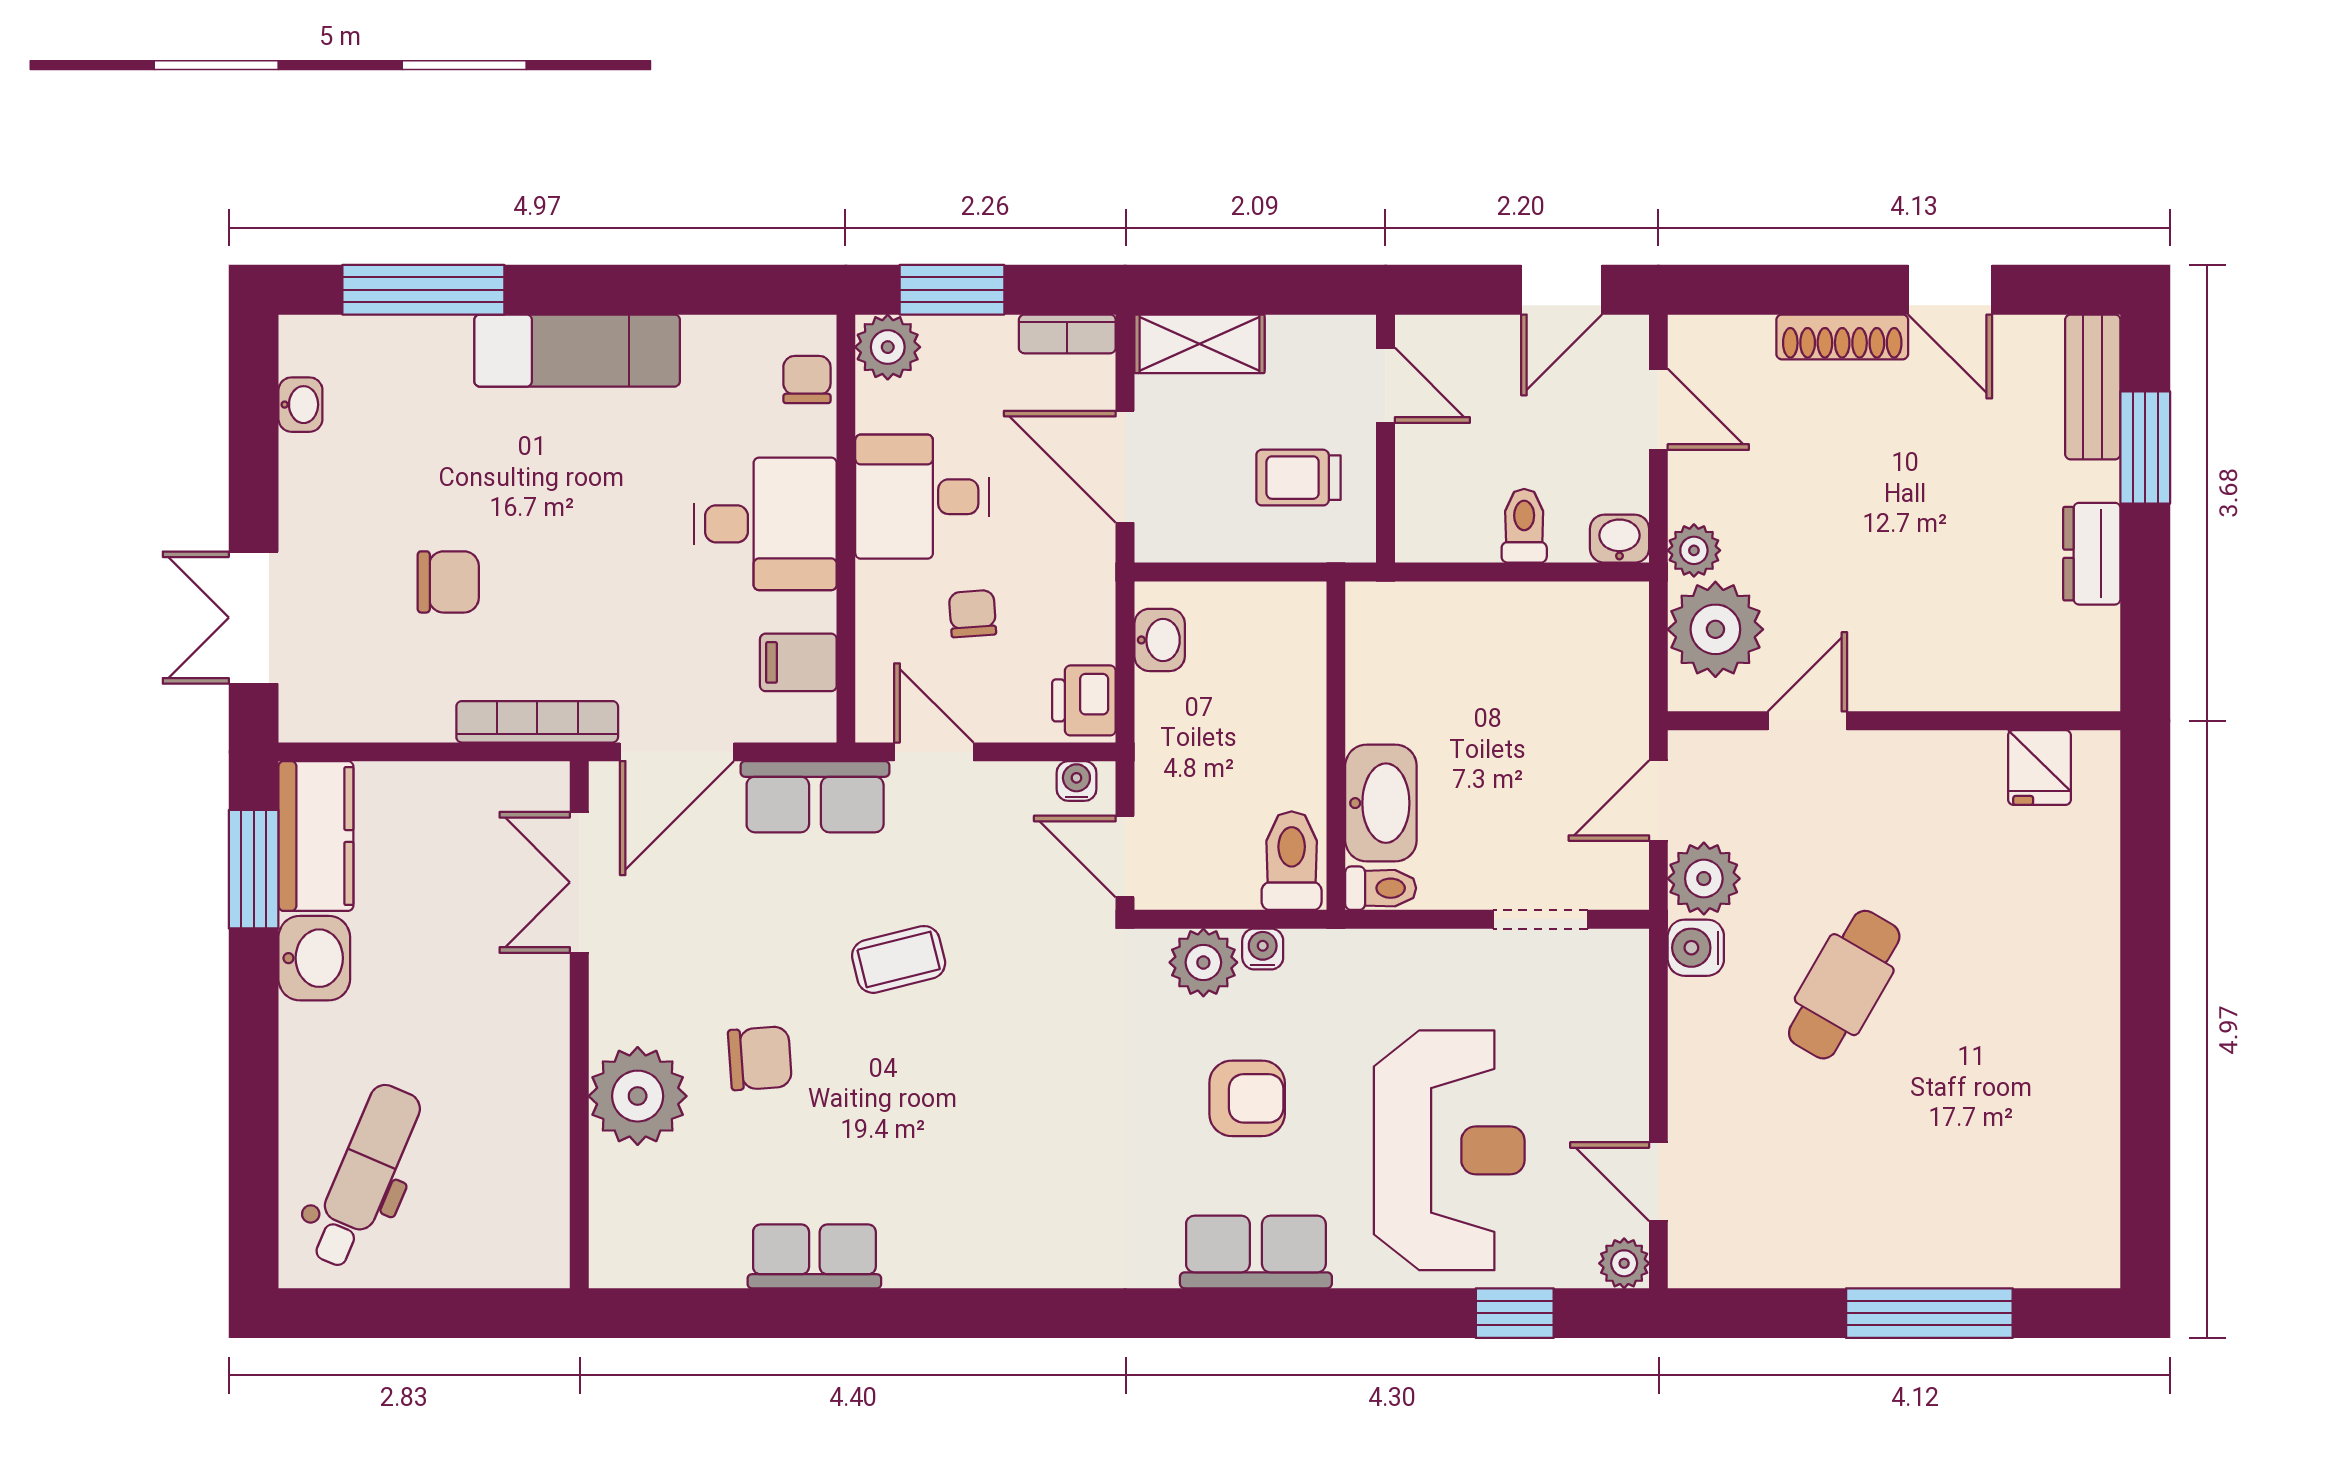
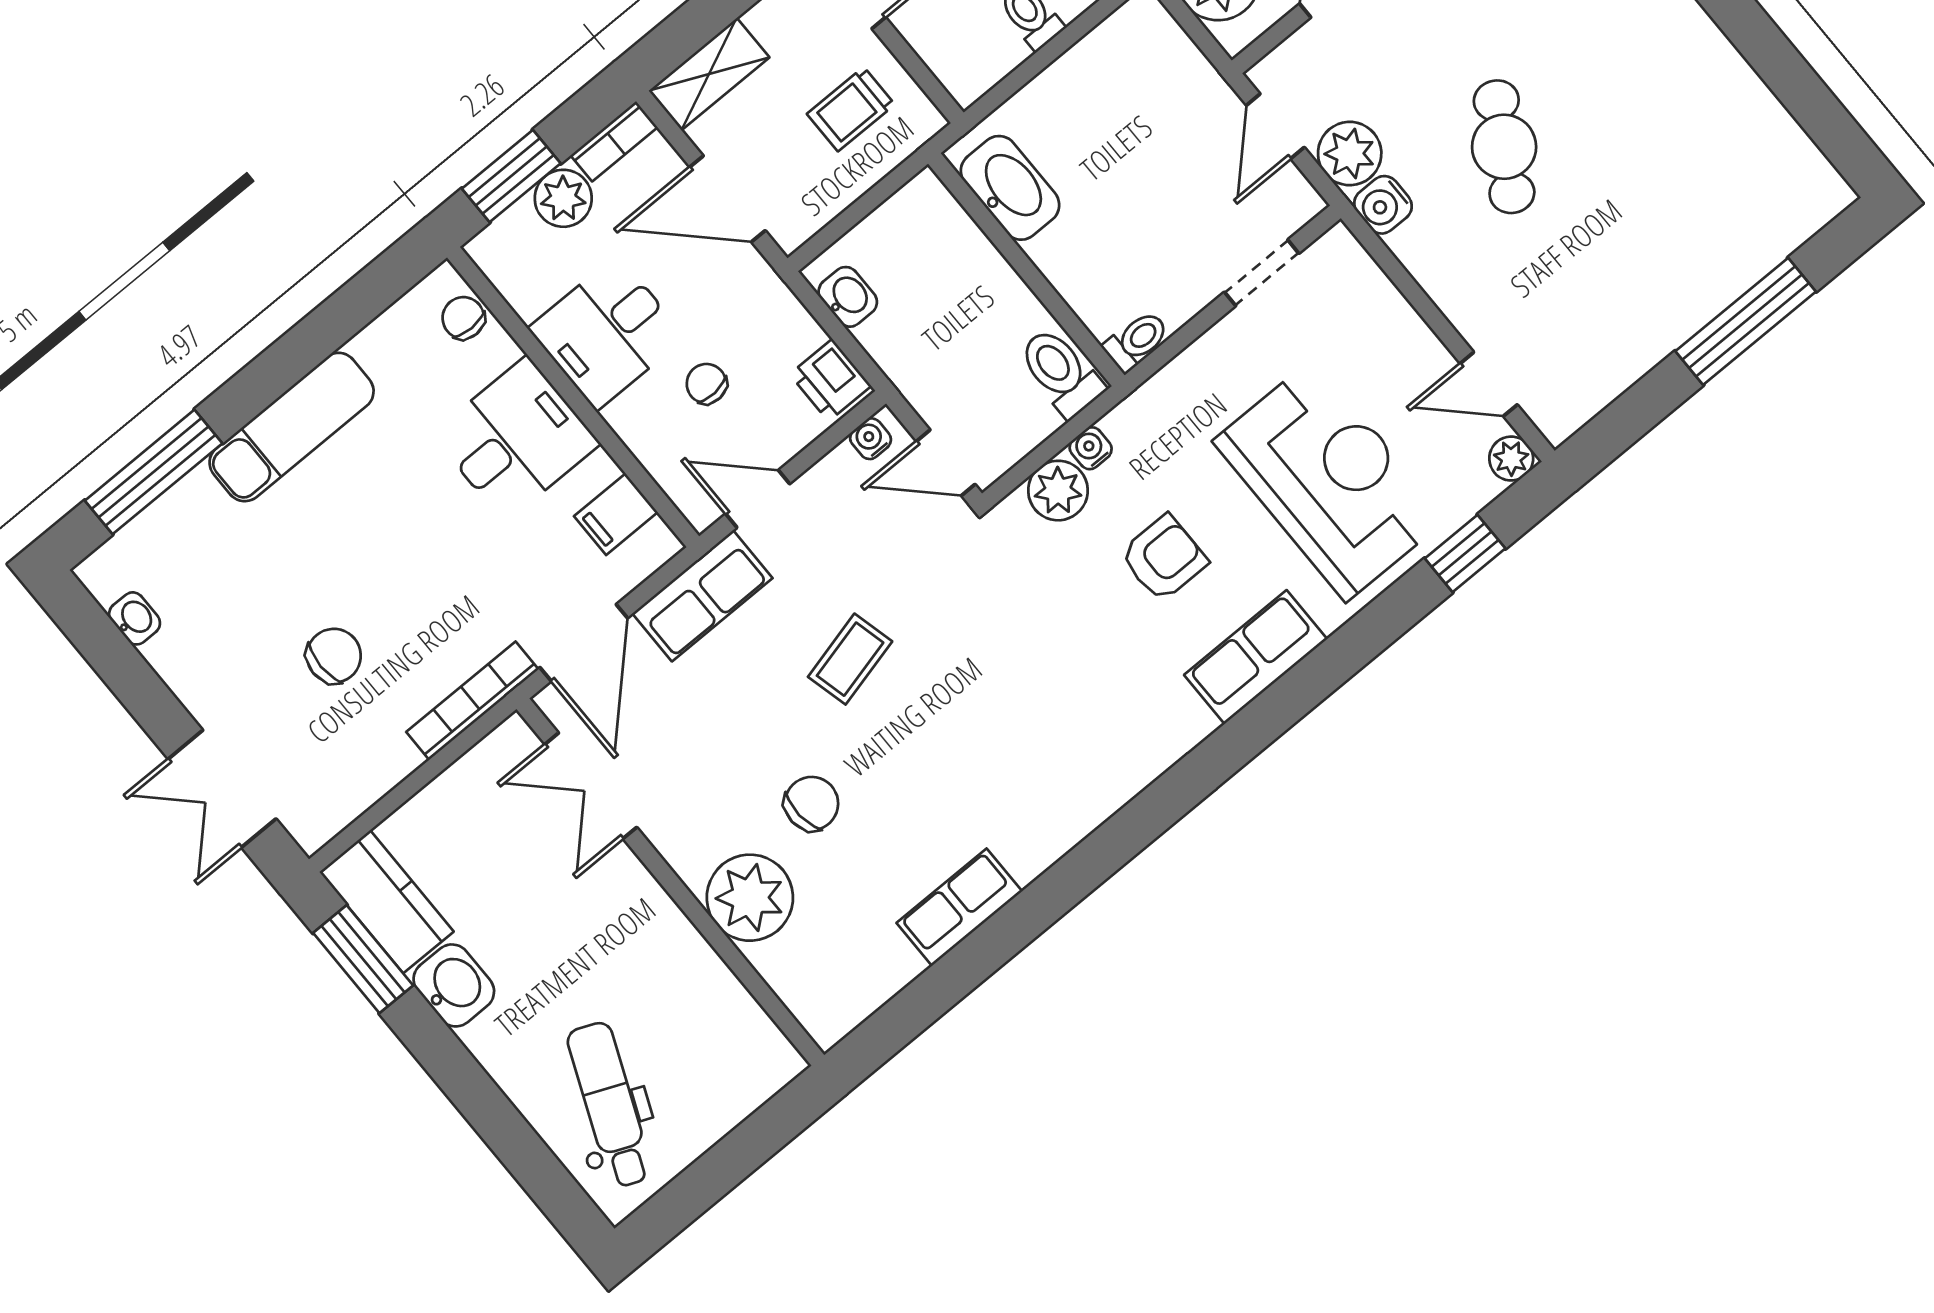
plant: (888, 347) -> (563, 198), moved
washbasin: (1381, 803) -> (1010, 188), moved

